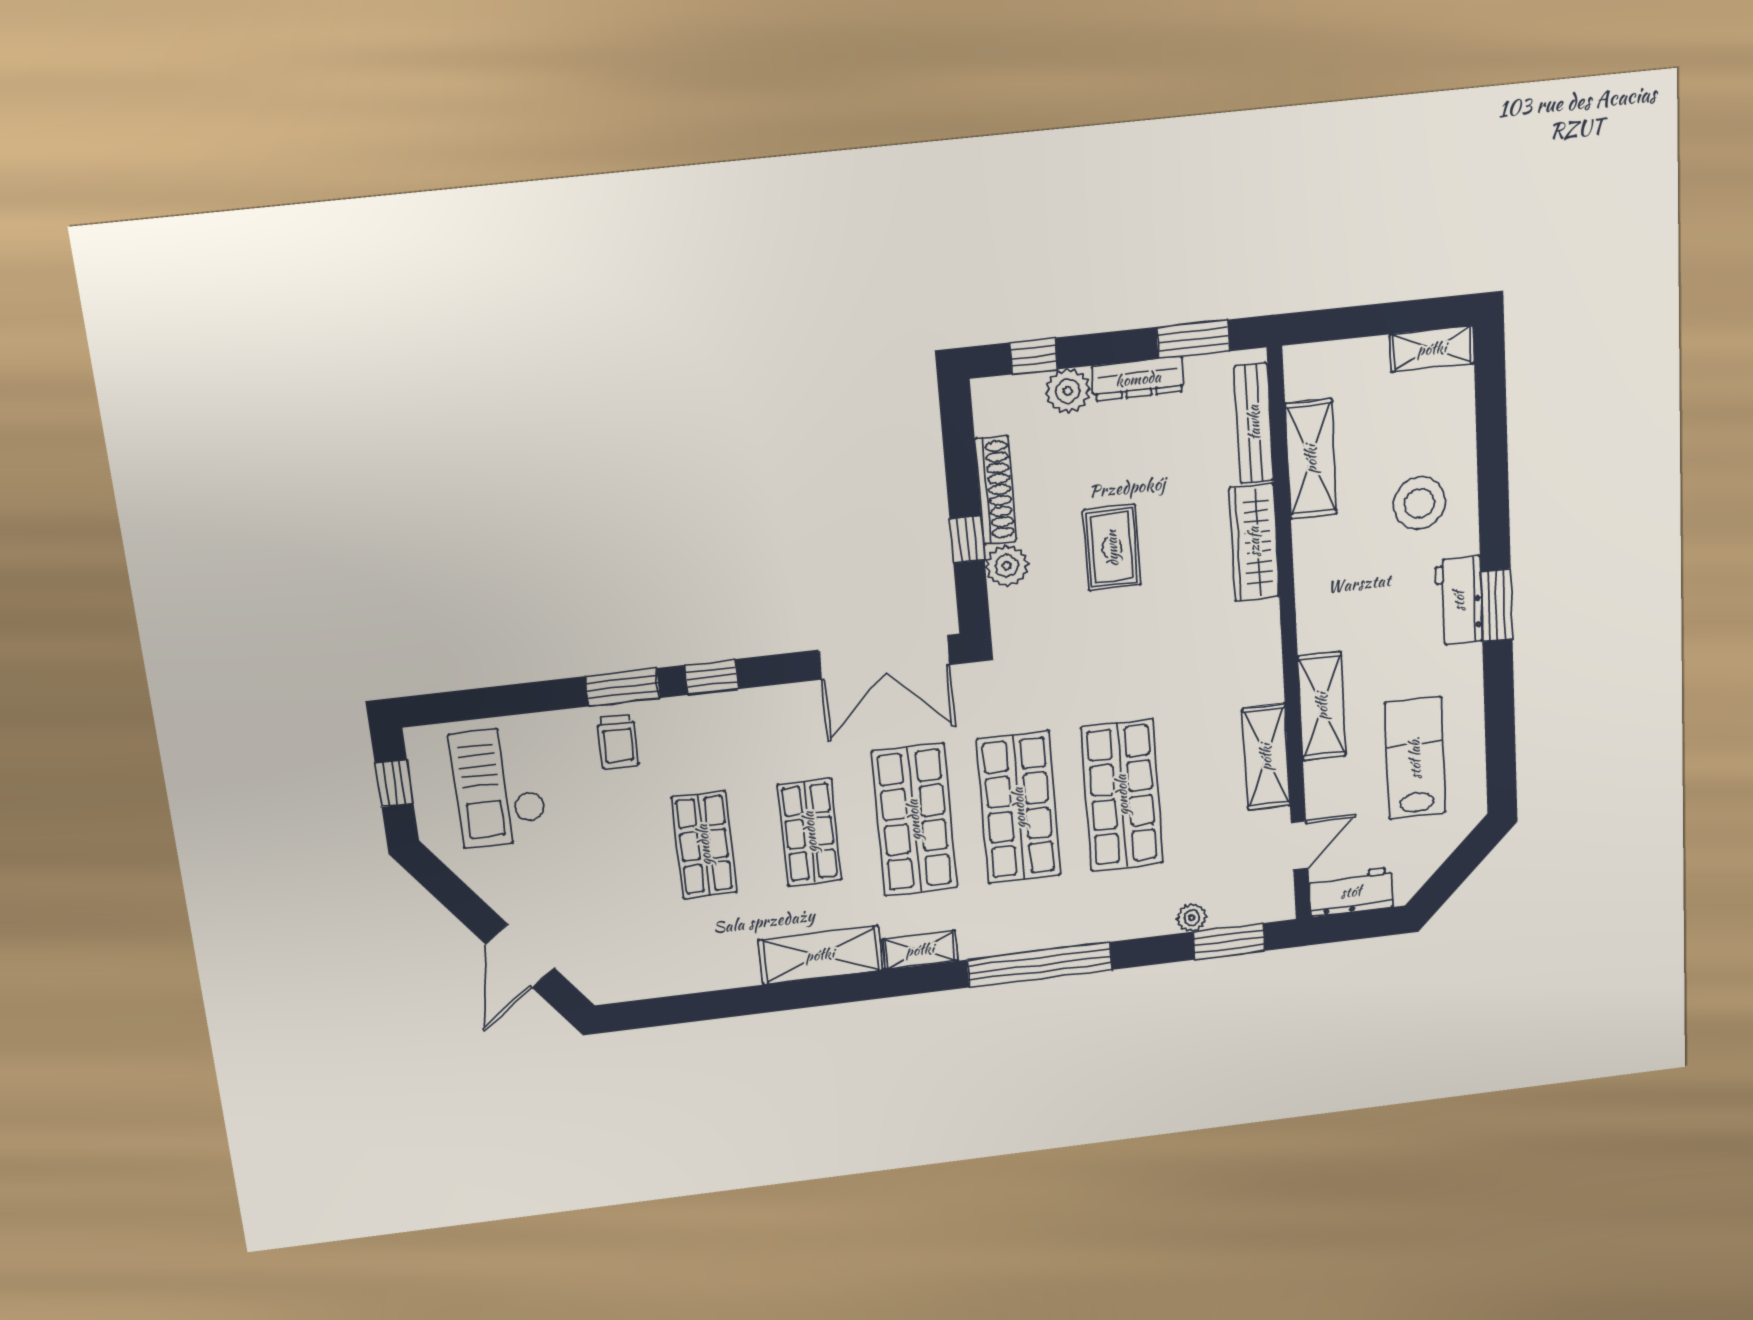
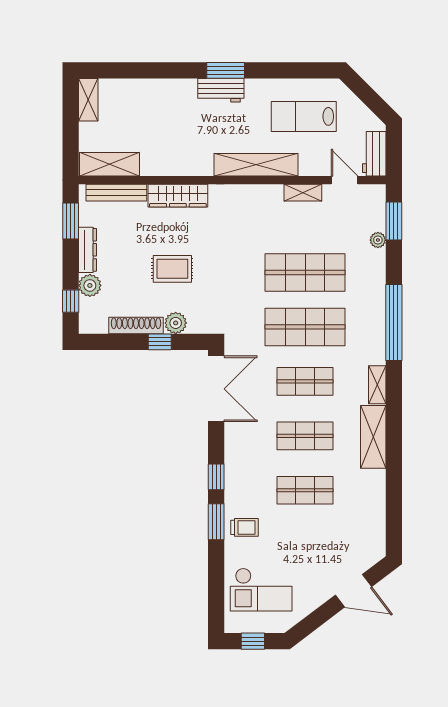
shelving: (1311, 459) -> (110, 164), moved
stool: (1419, 503) -> (167, 109), removed
shelving: (1322, 706) -> (256, 165), width x1.47
shelving: (1266, 757) -> (303, 193), width x0.67, depth x0.75
shop shelf: (914, 820) -> (305, 381), width x0.70, depth x0.74

